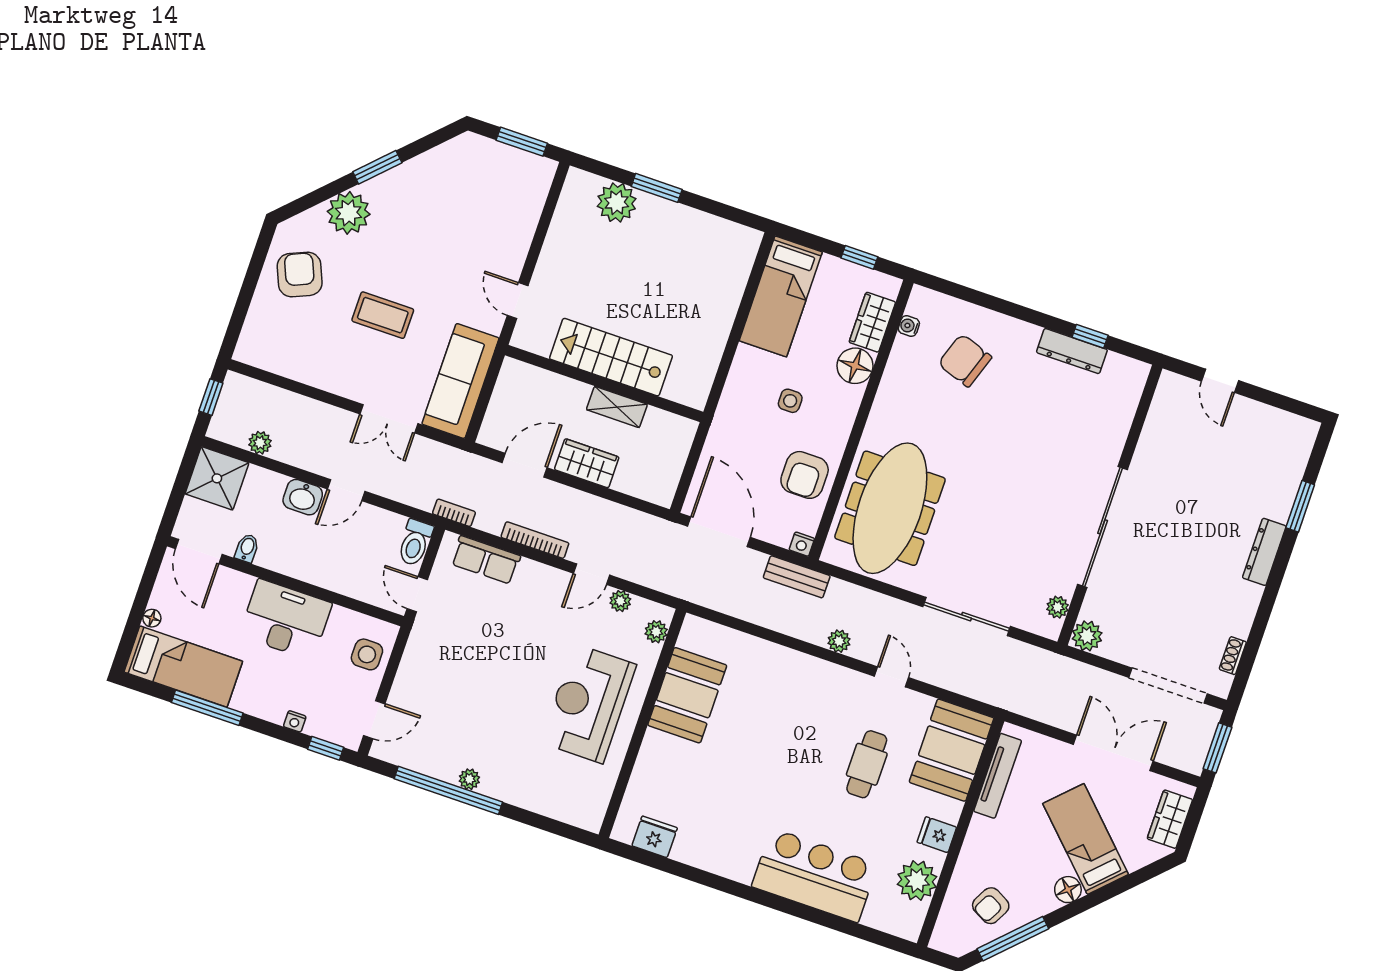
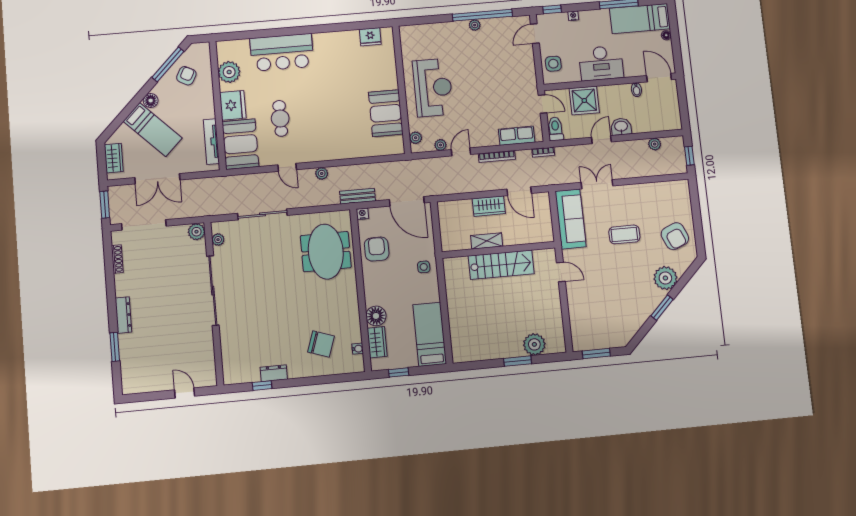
dresser: (1072, 351) -> (274, 373), width x0.70
side table: (790, 401) -> (424, 267), moved
door: (525, 465) -> (519, 191), hinge flipped
shower: (217, 478) -> (584, 100), moved
meeting table: (890, 508) -> (326, 252), width x0.73
shoe rack: (1233, 656) -> (117, 259), width x1.43
fridge: (937, 835) -> (233, 105), width x1.88, depth x1.34

